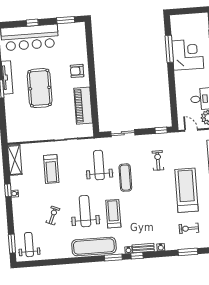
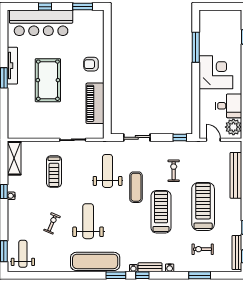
corner desk: (188, 55) -> (216, 72), moved
treadmill: (113, 214) -> (161, 212), moved, width x1.37, depth x1.38

